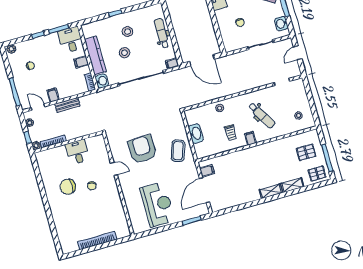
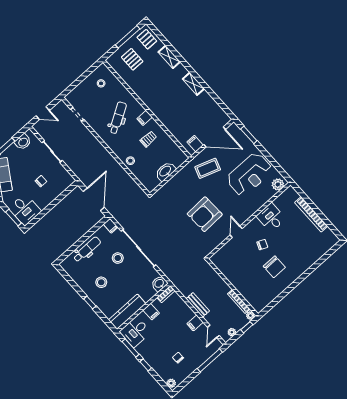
dental chair: (162, 33) -> (87, 249), turned 180
stool: (124, 53) -> (118, 258), moved
kitchen counter: (95, 56) -> (127, 312), moved
coffee table: (178, 151) -> (208, 168), moved
desk: (77, 152) -> (271, 217), moved, turned 90
shelving: (271, 191) -> (193, 84), moved
reception desk: (157, 204) -> (249, 175), turned 180
plant: (137, 225) -> (278, 184), added

